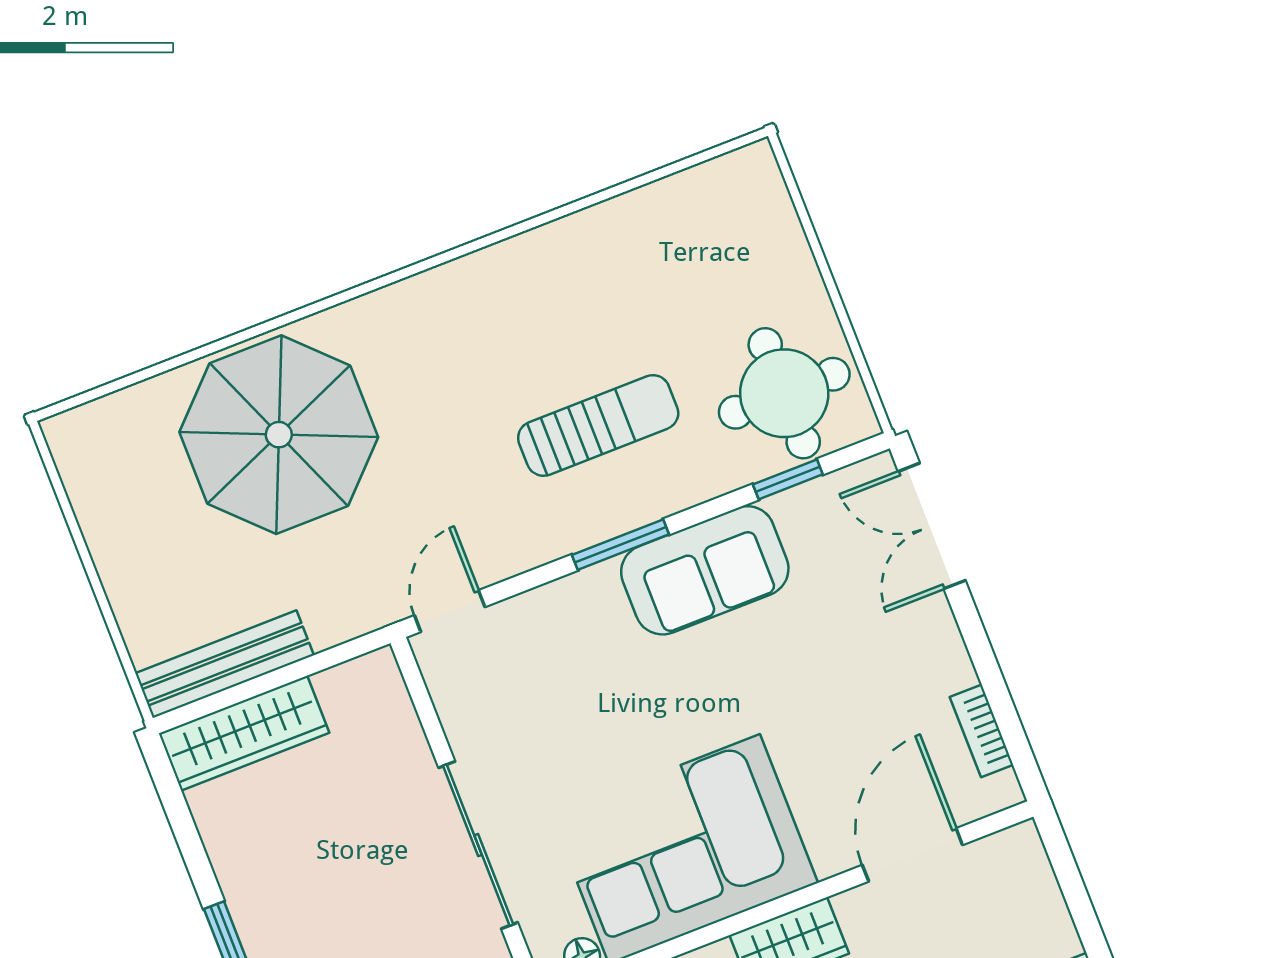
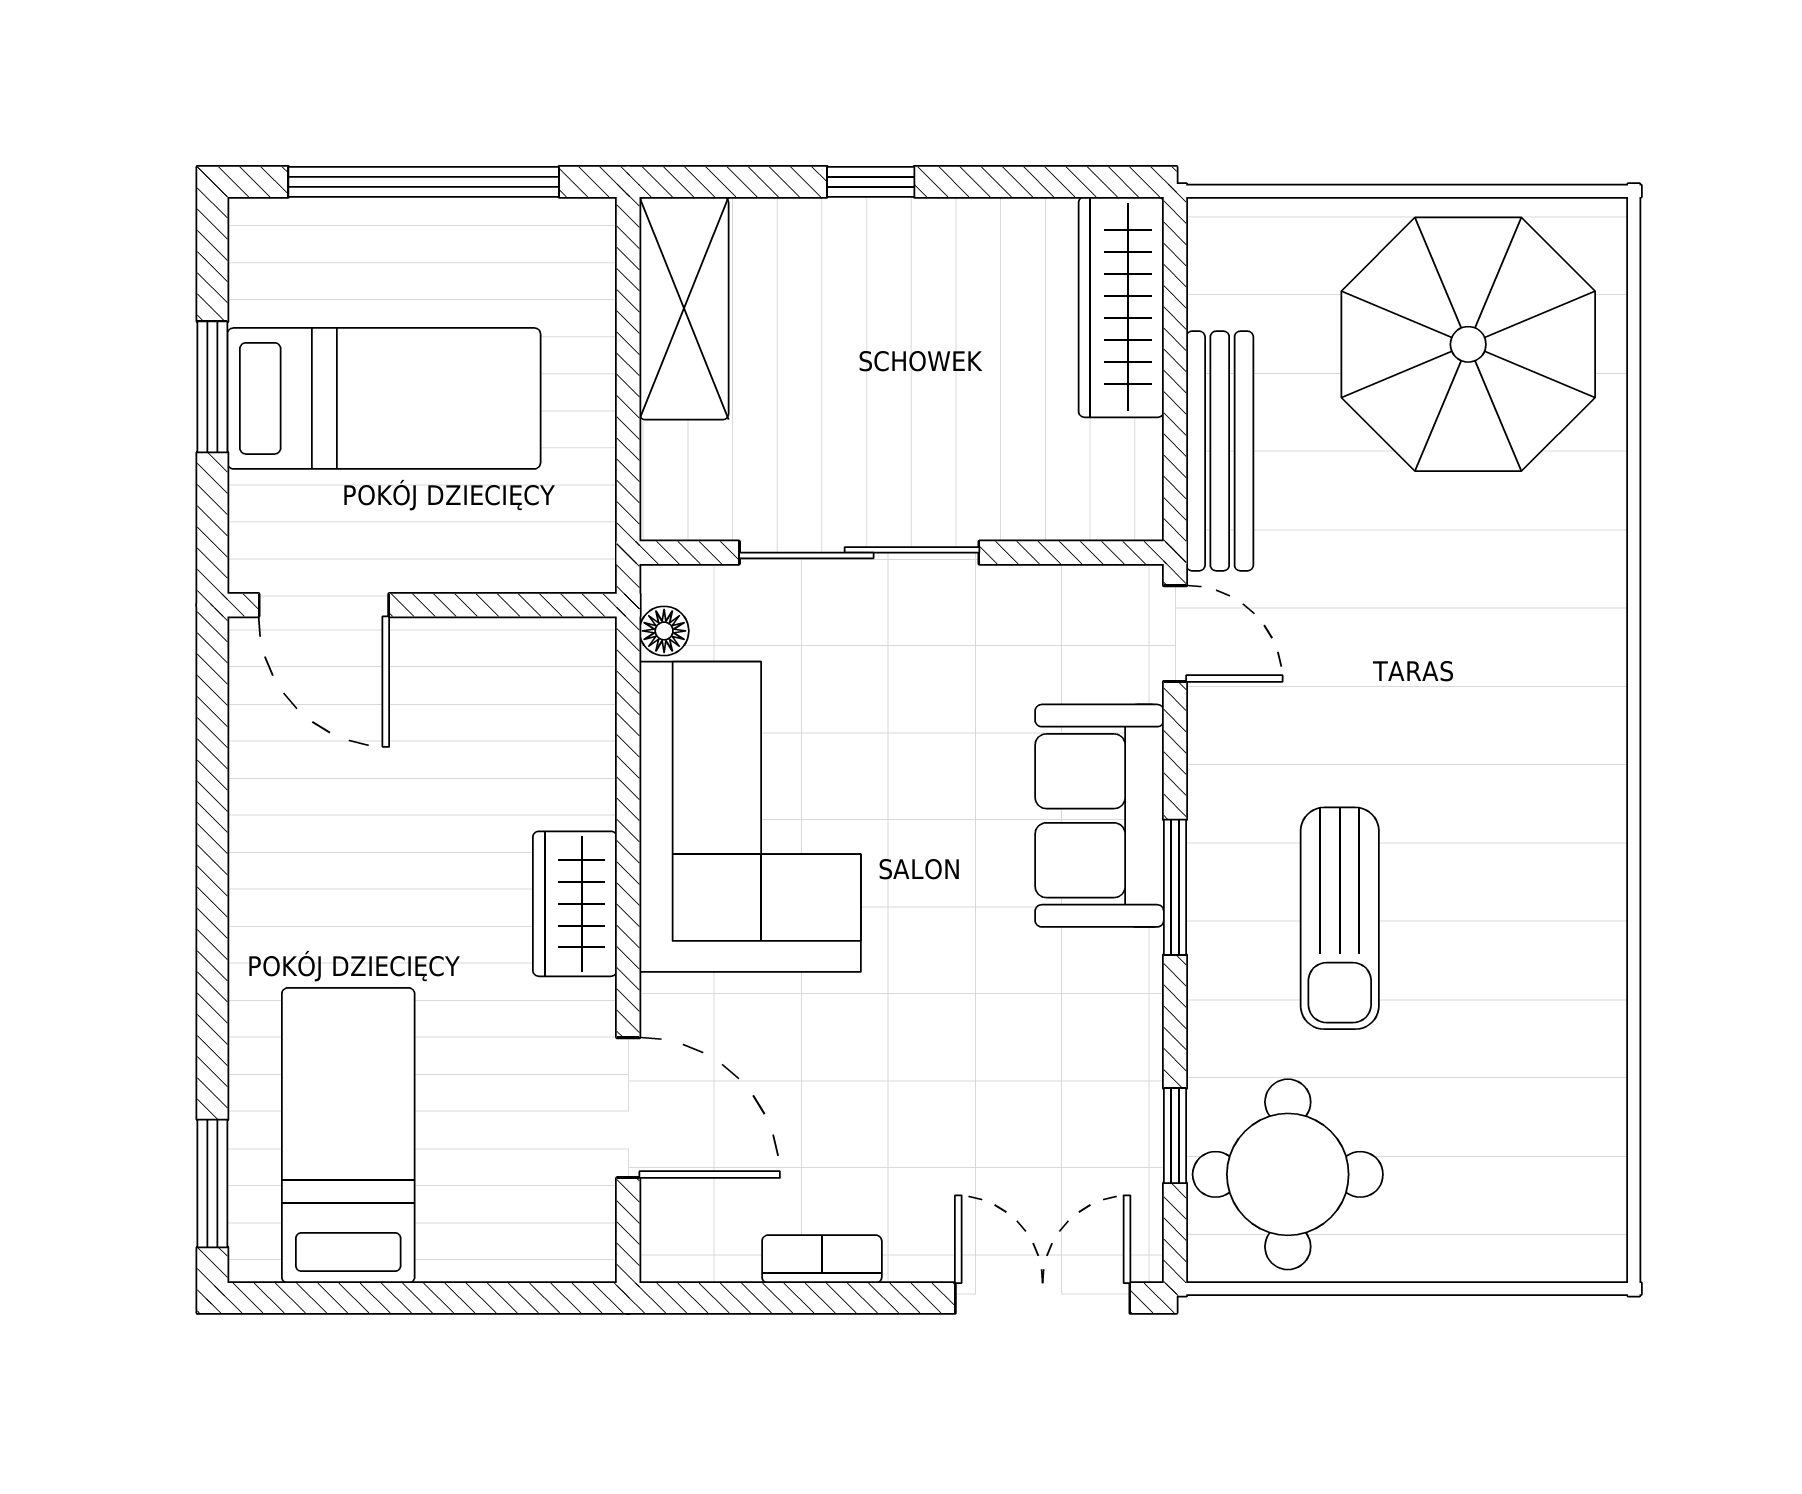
parasol: (279, 435) -> (1468, 344), moved
sofa: (705, 570) -> (1099, 816), moved
bench: (225, 664) -> (1220, 451), moved
bookcase: (982, 731) -> (822, 1259), moved

